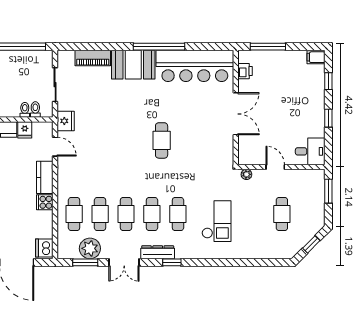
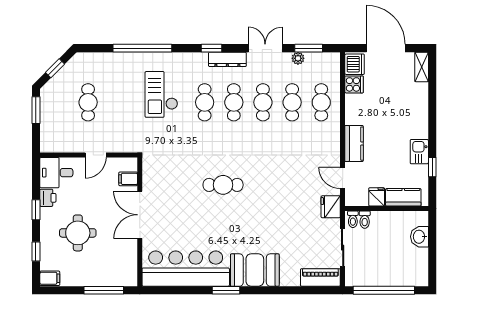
window: (159, 47) -> (226, 290), width x0.47
piano: (93, 58) -> (320, 277), moved
printer: (245, 71) -> (48, 198), moved, turned 180
round table: (291, 98) -> (78, 233), added
toilet: (25, 110) -> (353, 219), moved
cafe table: (162, 140) -> (223, 185), turned 90
filing cabinet: (246, 146) -> (128, 179), added
door: (275, 167) -> (96, 155), hinge flipped
plant: (246, 174) -> (128, 147), removed
window: (328, 191) -> (36, 110), moved
cooker: (45, 202) -> (354, 84), moved
plant: (90, 248) -> (298, 58), width x0.53, depth x0.53
window: (233, 262) -> (142, 48), added

